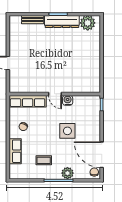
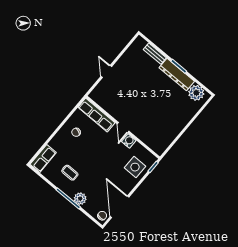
side table: (67, 131) -> (135, 167), moved
row of seats: (15, 151) -> (43, 158), moved

